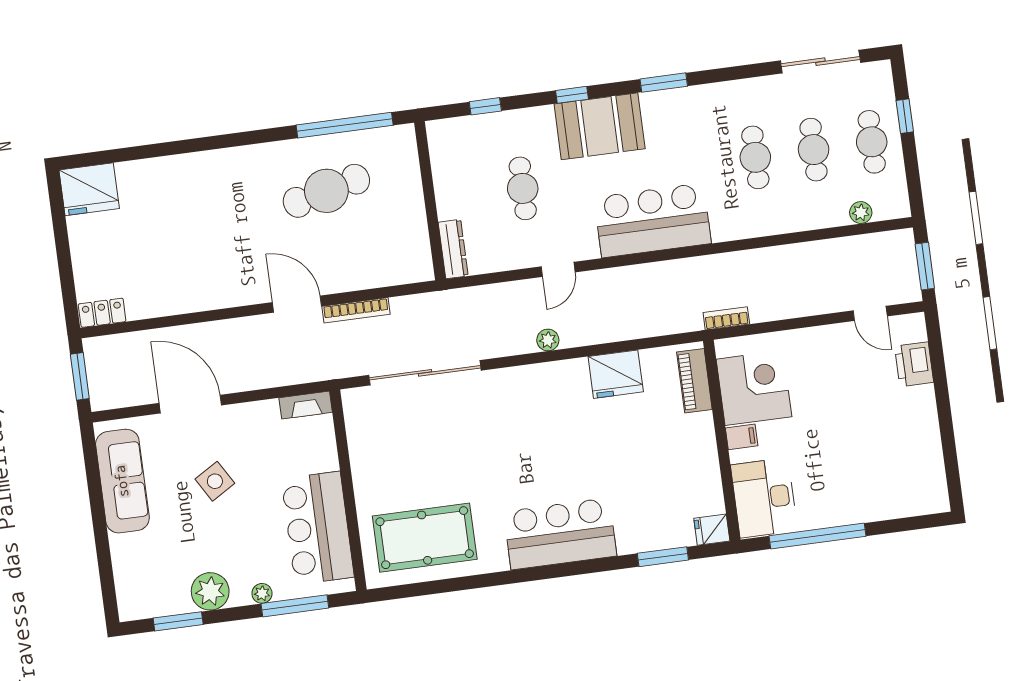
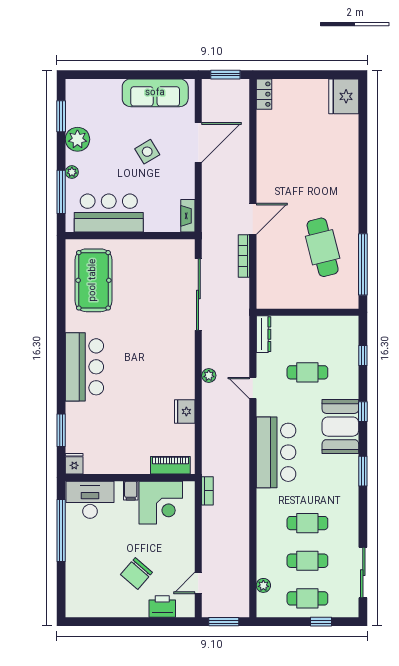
dresser: (453, 249) -> (263, 334), moved, turned -90
fridge: (616, 374) -> (185, 412), width x0.73, depth x0.75
chair: (869, 411) -> (136, 574), added

